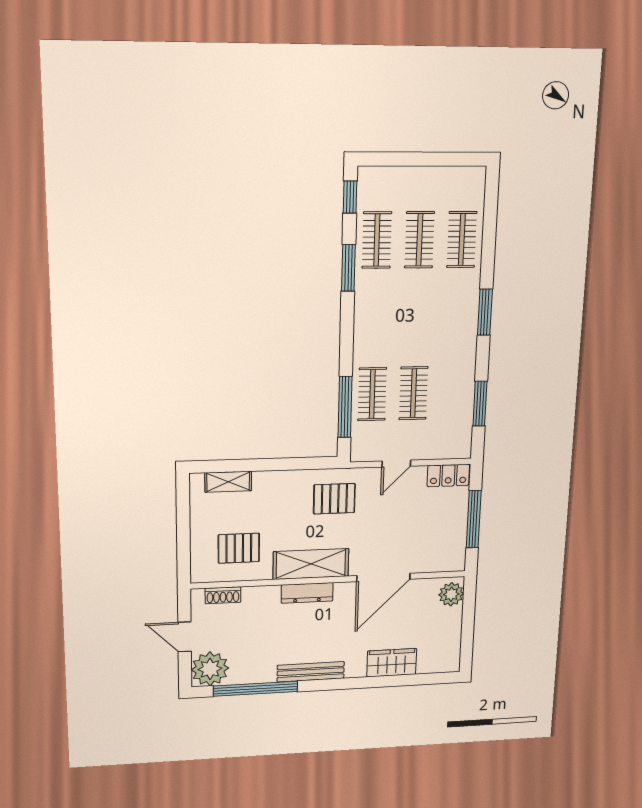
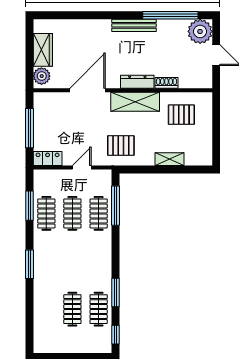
clothes rail: (462, 240) -> (46, 213), moved
shelving: (228, 482) -> (169, 159), moved
shoe rack: (223, 595) -> (166, 83), moved
wardrobe: (392, 663) -> (43, 50), moved, turned -90

